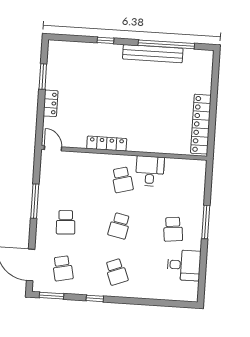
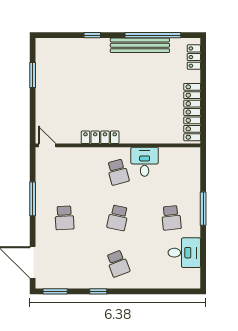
locker: (51, 103) -> (194, 57), moved, turned 180
school desk: (63, 268) -> (64, 264), removed

